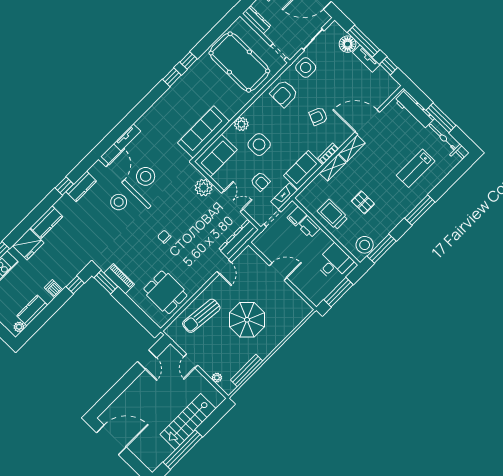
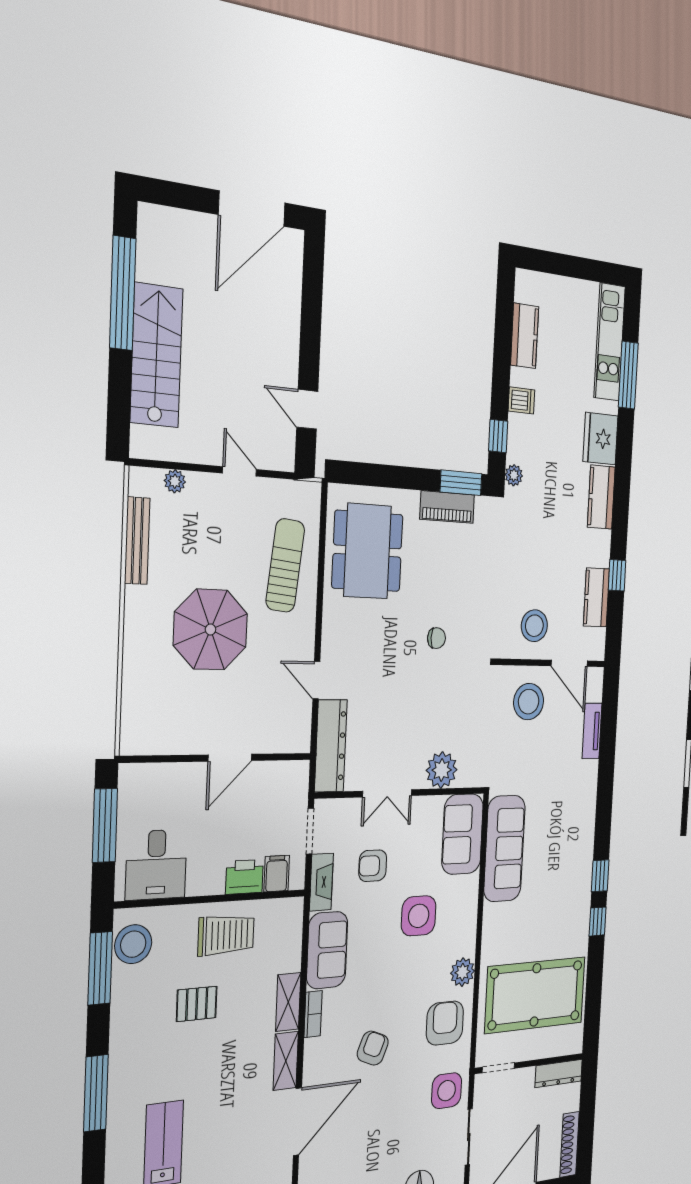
plant: (241, 124) -> (463, 972), moved
dining table: (165, 292) -> (368, 551), width x1.38
plant: (19, 327) -> (514, 475), moved

